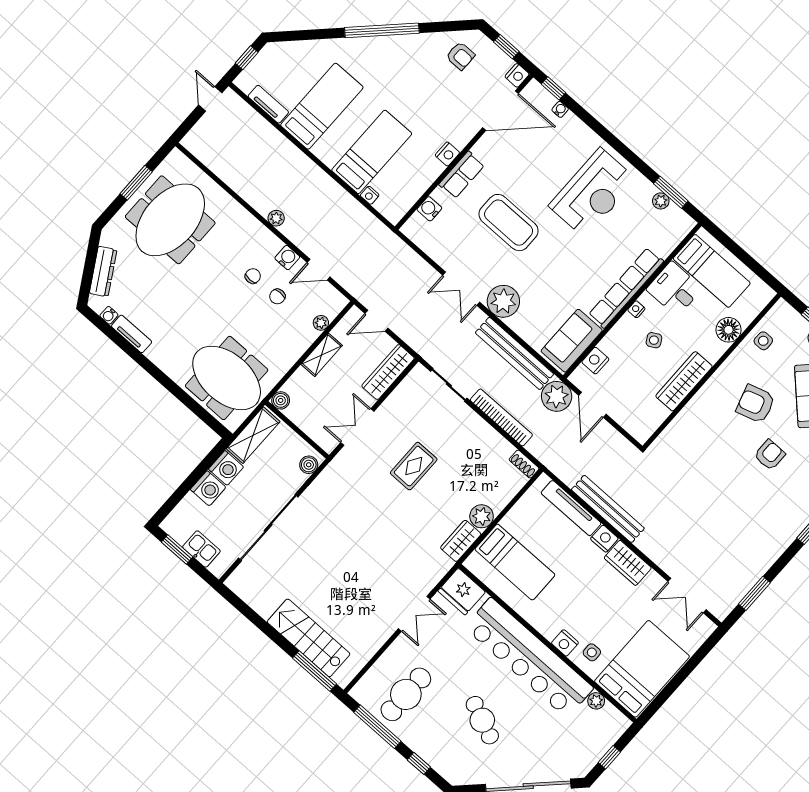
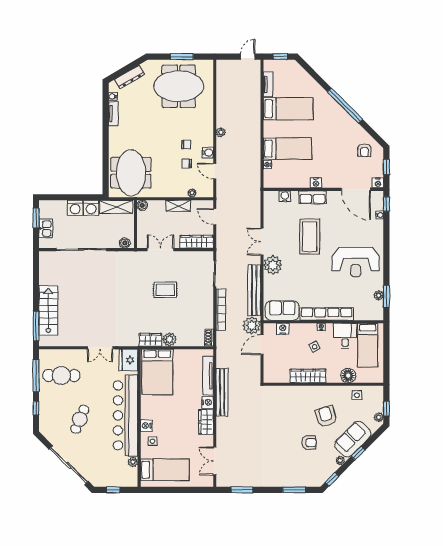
bed: (515, 562) -> (157, 372), width x1.50
bed: (642, 669) -> (165, 470), width x0.67

